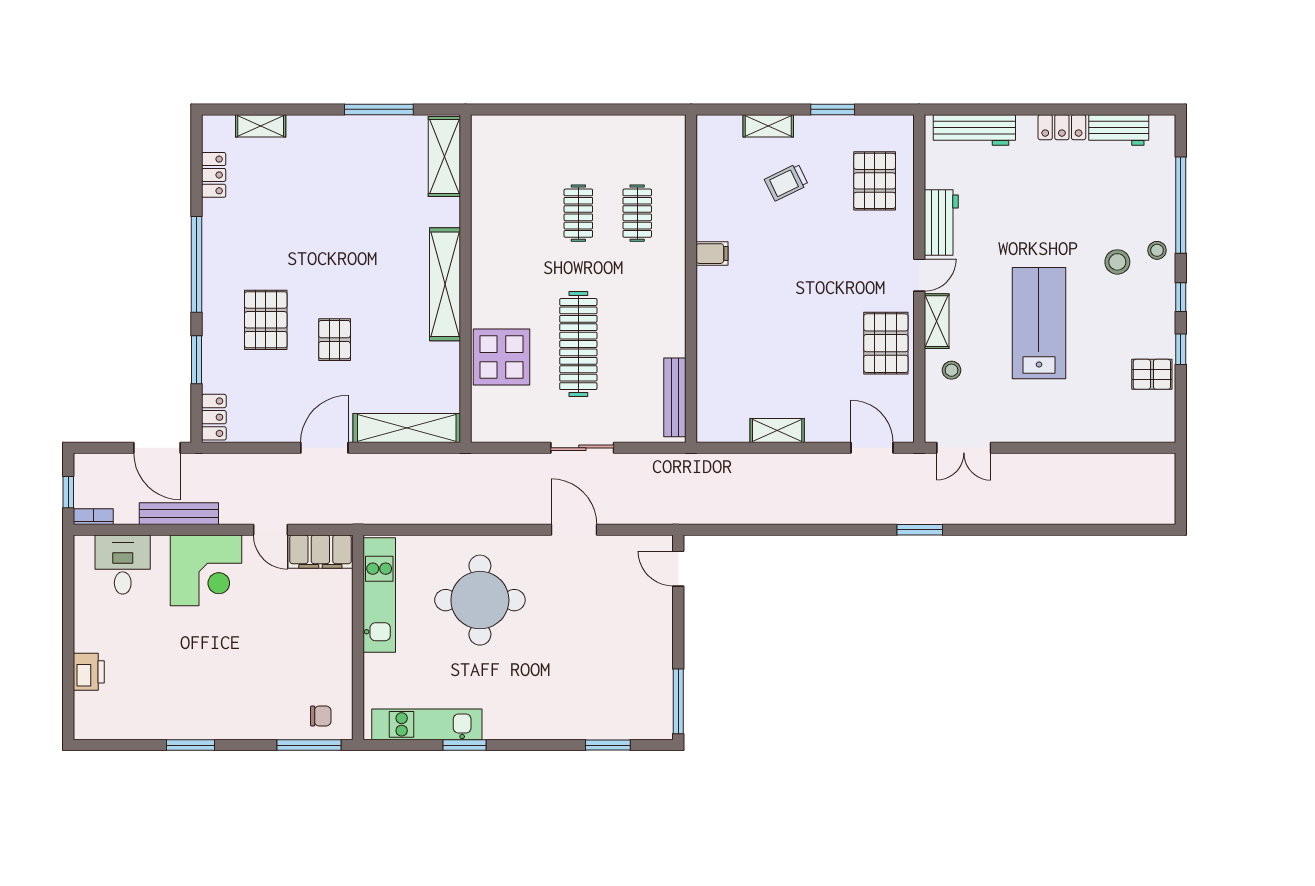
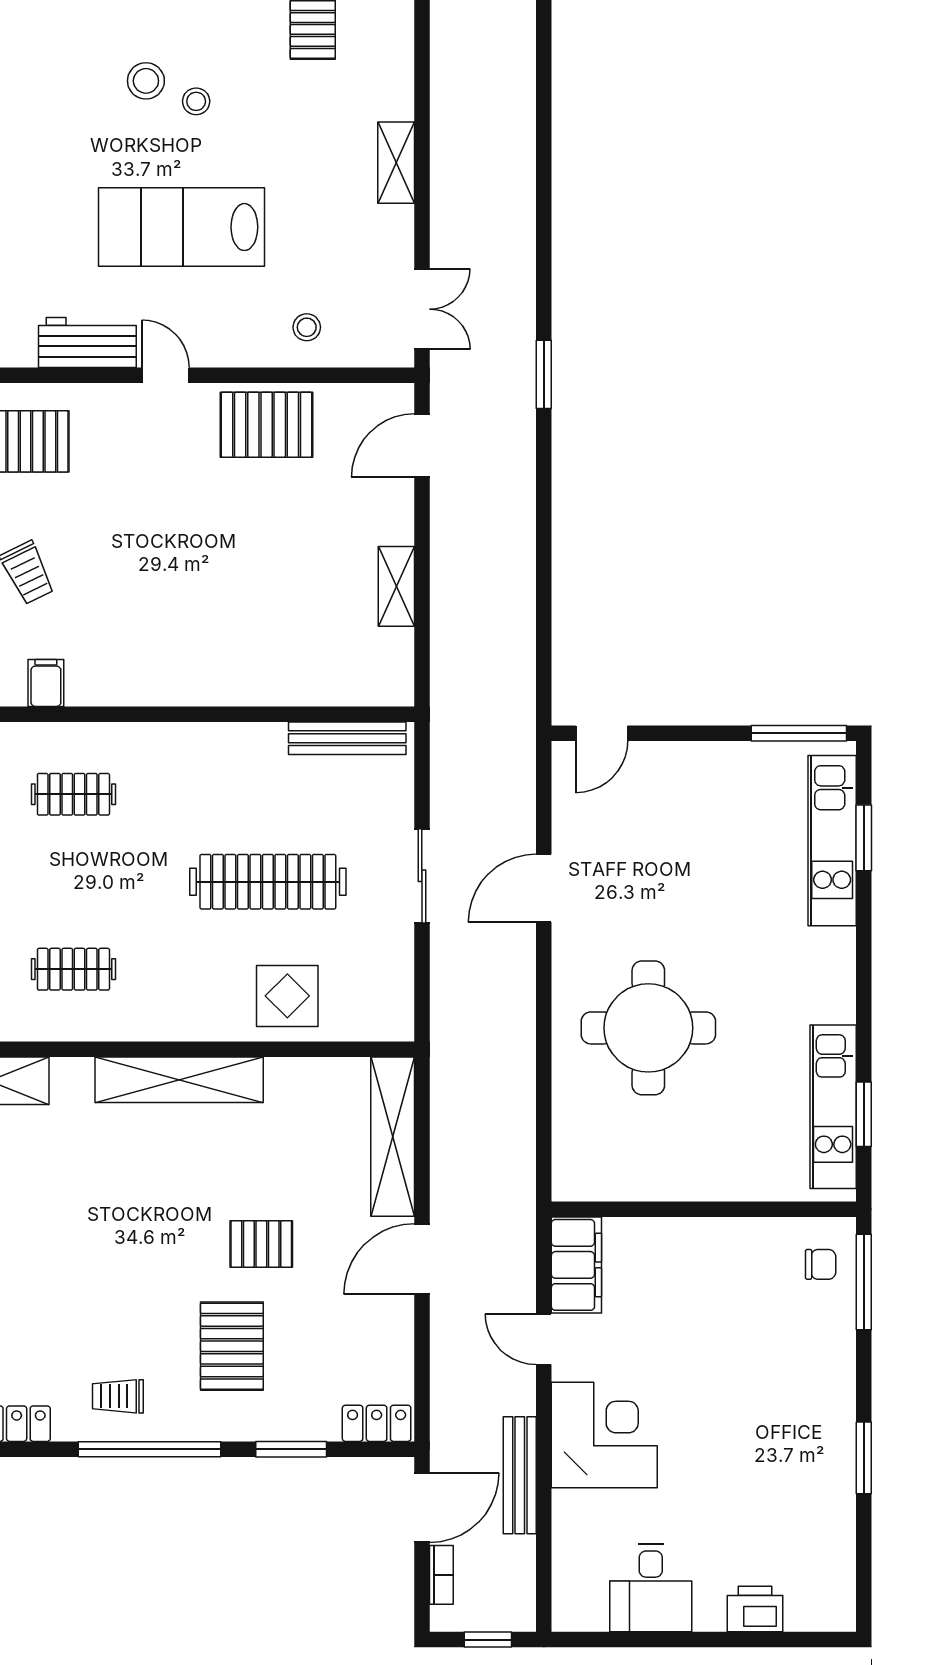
clothes rail: (578, 213) -> (73, 969), moved
trolley: (232, 243) -> (118, 1396), added
stool: (1157, 250) -> (196, 101), moved
filing cabinet: (712, 254) -> (46, 683), moved
pallet: (266, 320) -> (232, 1346), turned 90
shelving: (937, 321) -> (396, 163), moved, turned 90
lab bench: (1039, 323) -> (181, 227), moved
display table: (501, 357) -> (287, 996), width x0.73, depth x0.73
door: (324, 448) -> (422, 1259), hinge flipped
bookcase: (93, 517) -> (441, 1575), moved, turned 180
door: (270, 530) -> (544, 1339), swing flipped
desk: (123, 565) -> (651, 1588), moved, turned -90
kitchen unit: (379, 595) -> (832, 841), moved, turned -90
chair: (321, 716) -> (821, 1264), turned 90
window: (465, 745) -> (864, 1114), moved

